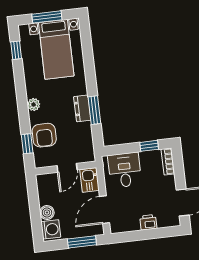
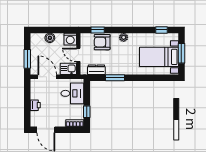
dresser: (82, 108) -> (96, 70), moved
washing machine: (51, 229) -> (70, 39), moved

